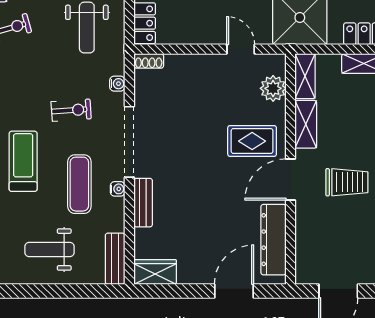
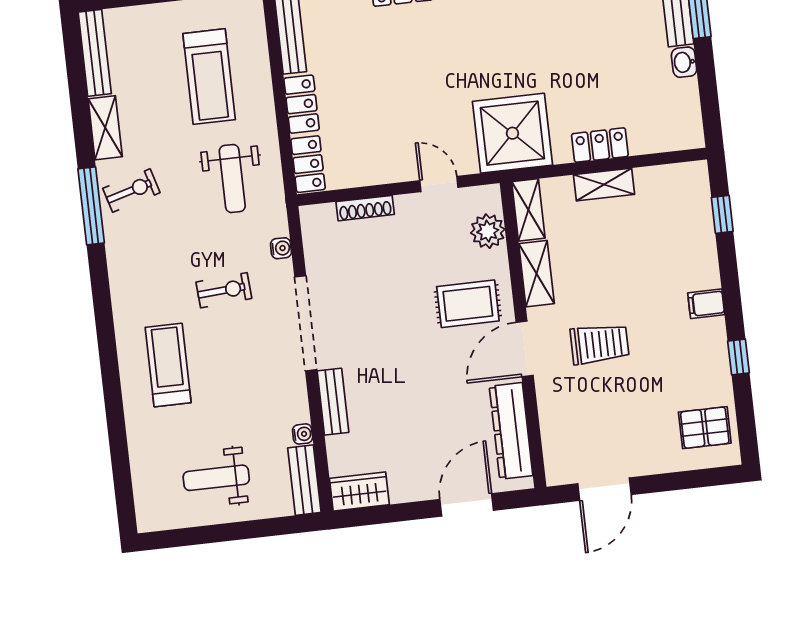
shoe rack: (149, 61) -> (365, 208), moved, width x1.43
exercise mat: (79, 184) -> (246, 387), removed
water cooler: (118, 189) -> (303, 434), moved

